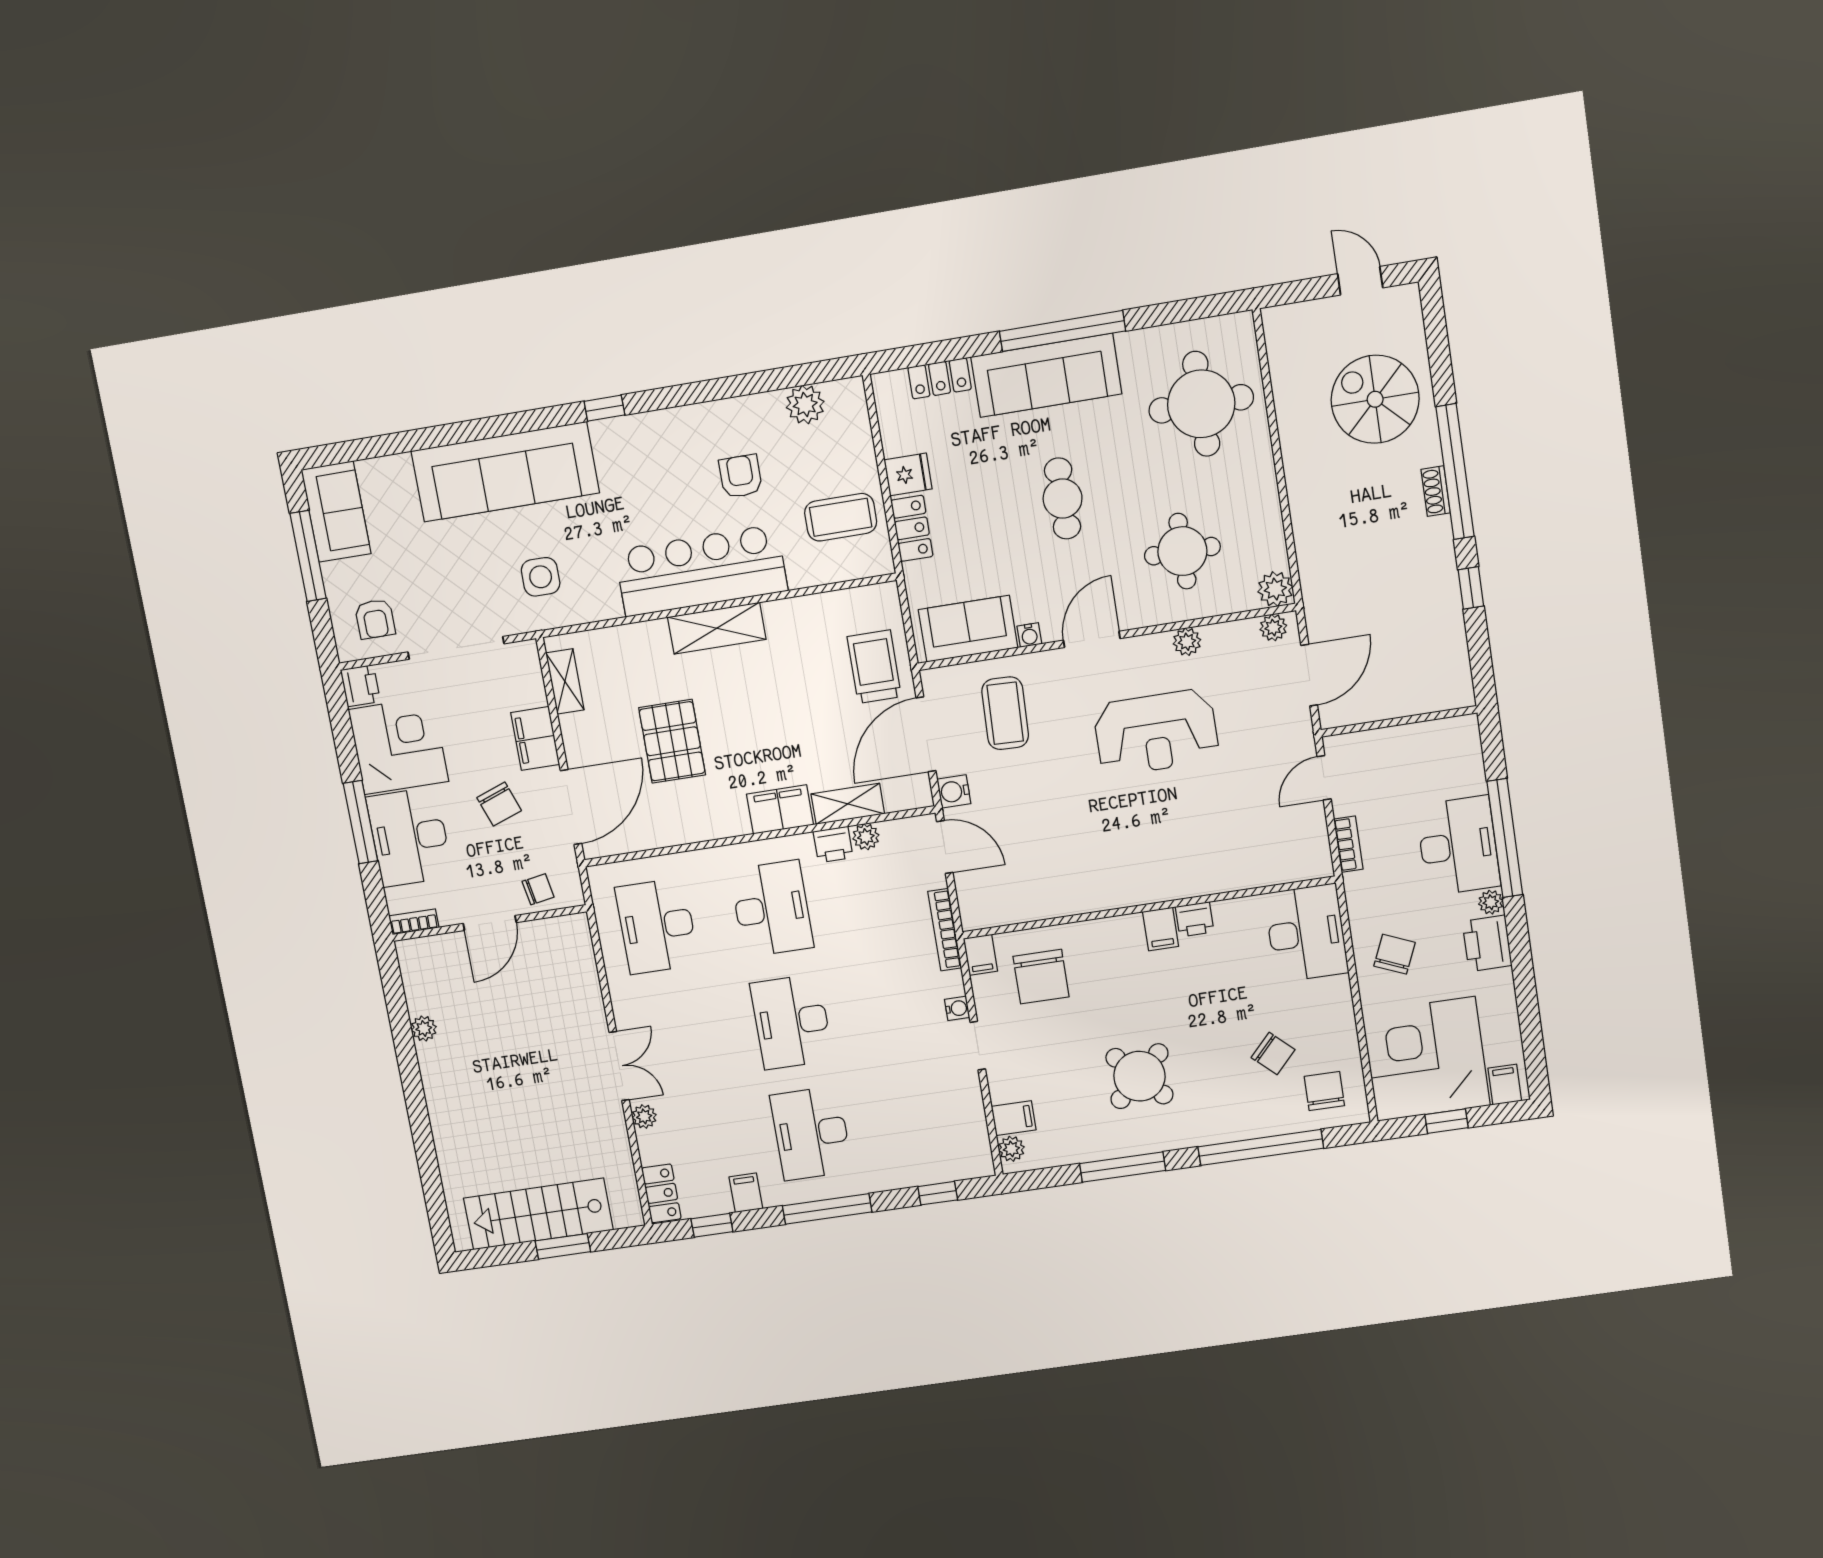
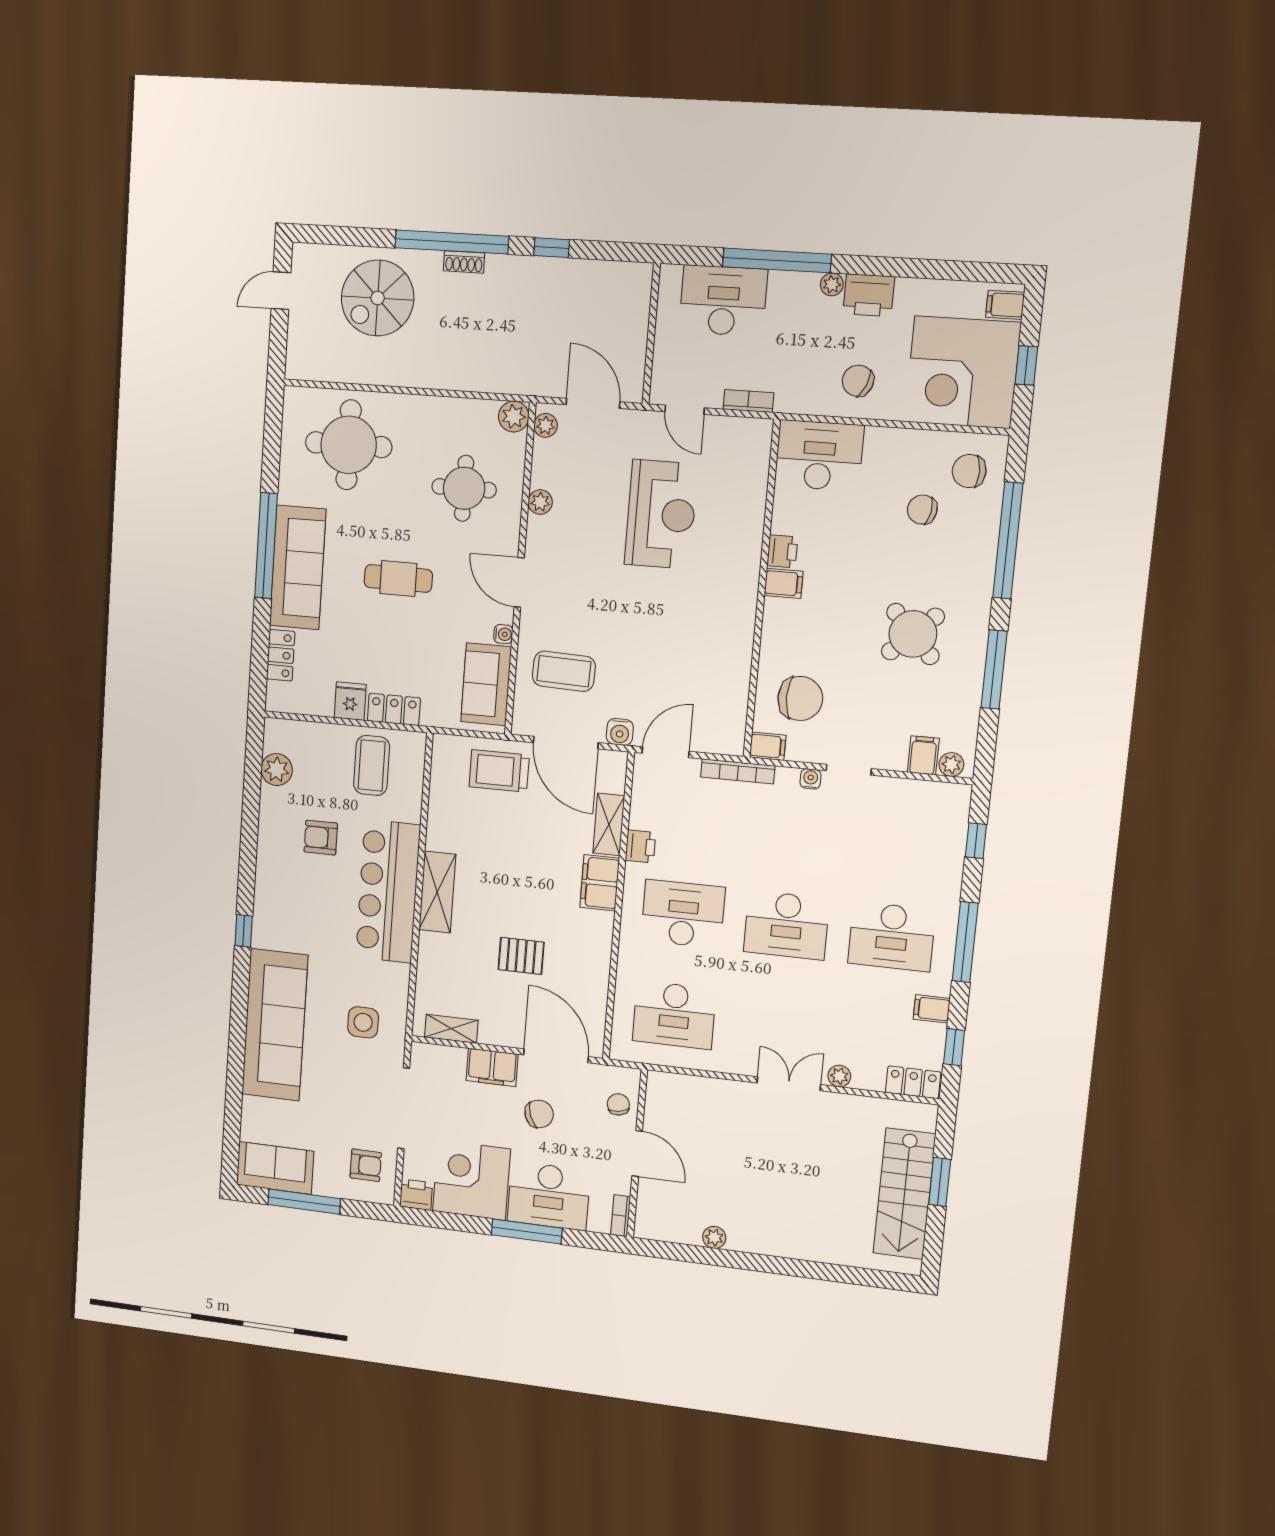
reception desk: (1156, 732) -> (661, 514), moved
pallet: (672, 741) -> (521, 956), width x0.67, depth x0.71
plant: (866, 837) -> (641, 817), removed
desk: (1458, 846) -> (723, 301), moved
chair: (1273, 1054) -> (922, 510), turned -123

